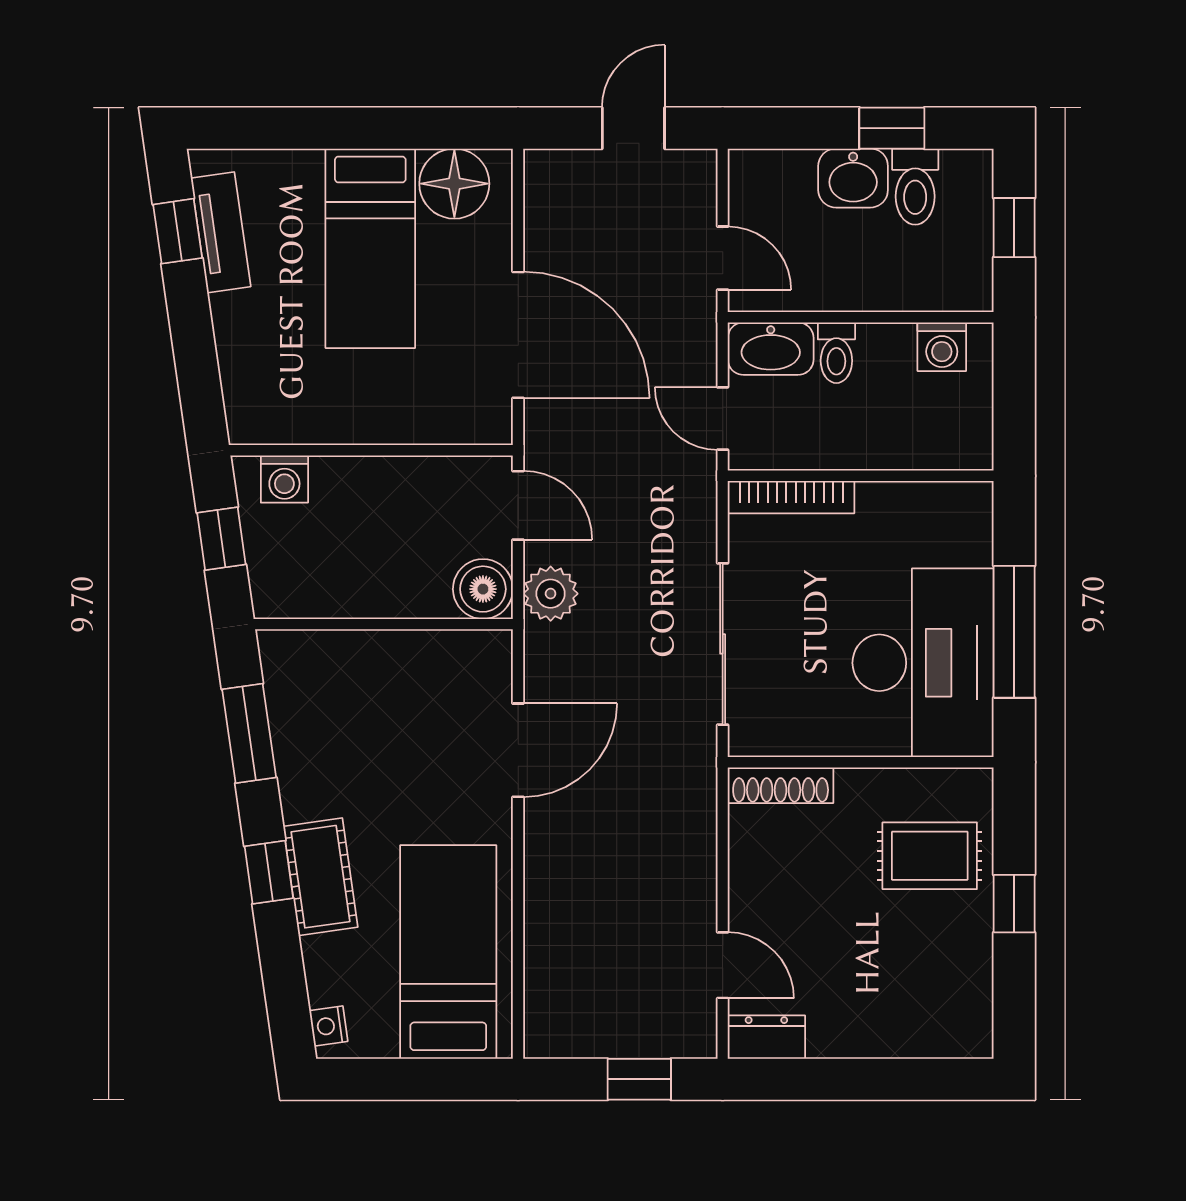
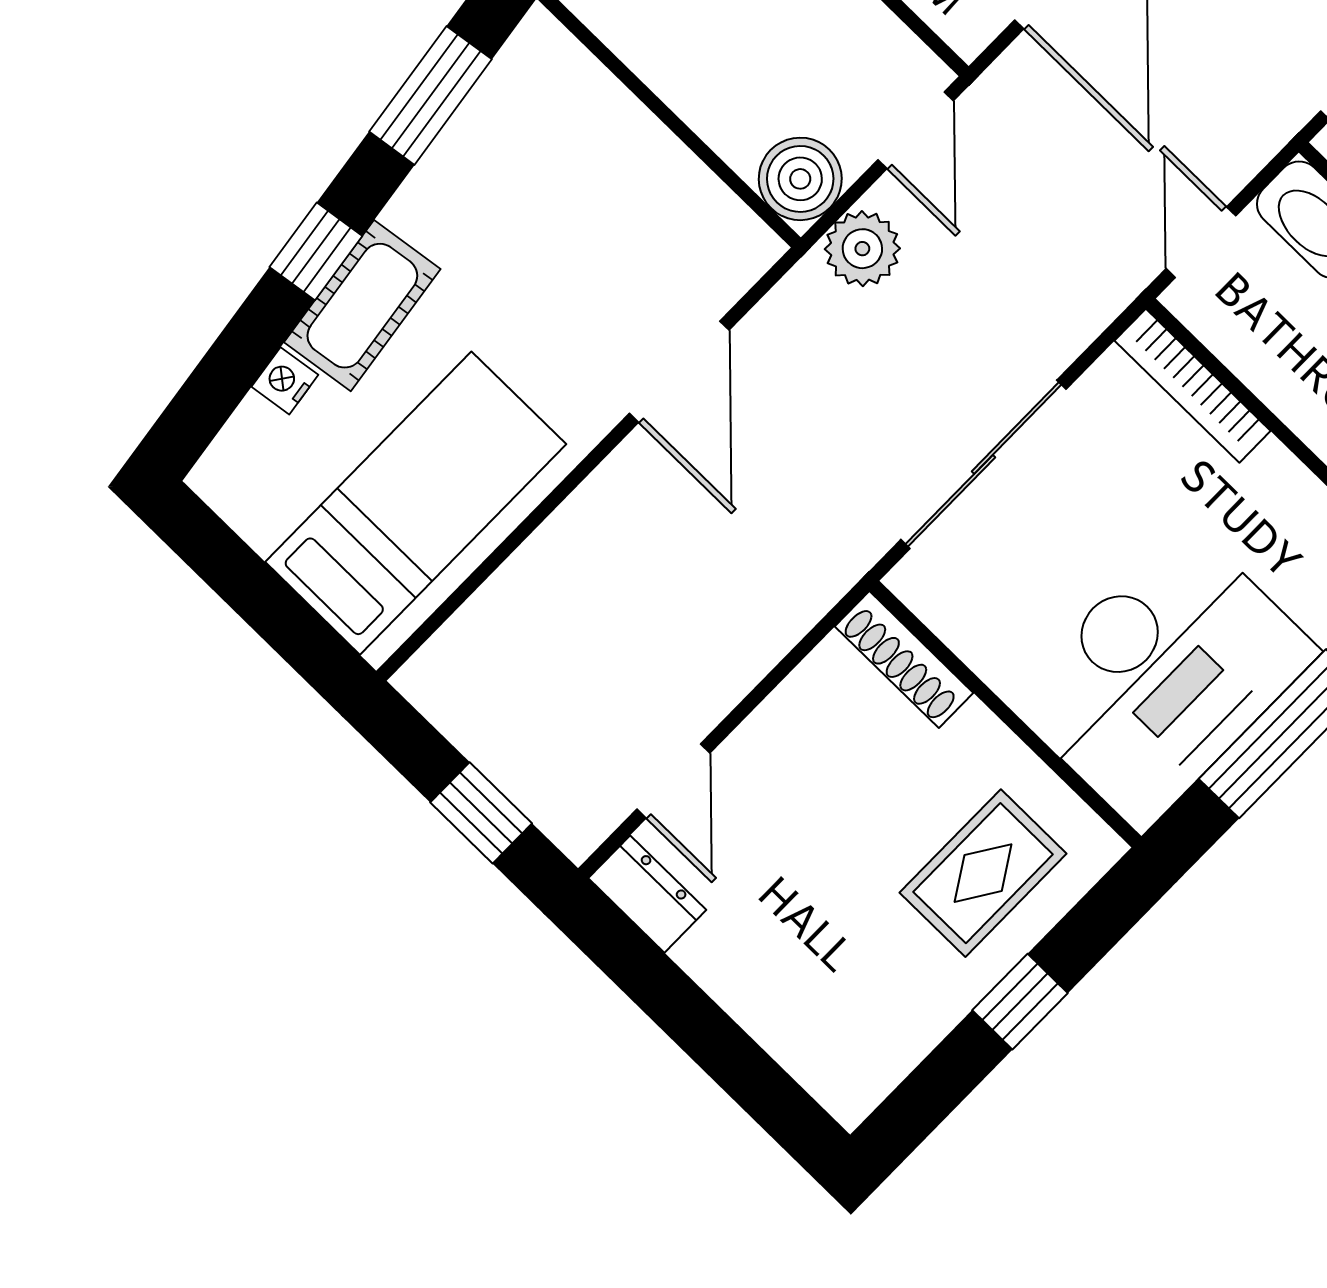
door: (518, 750) -> (679, 372), hinge flipped
rug: (930, 856) -> (983, 873), turned 90
nightstand: (329, 1026) -> (285, 381), moved

